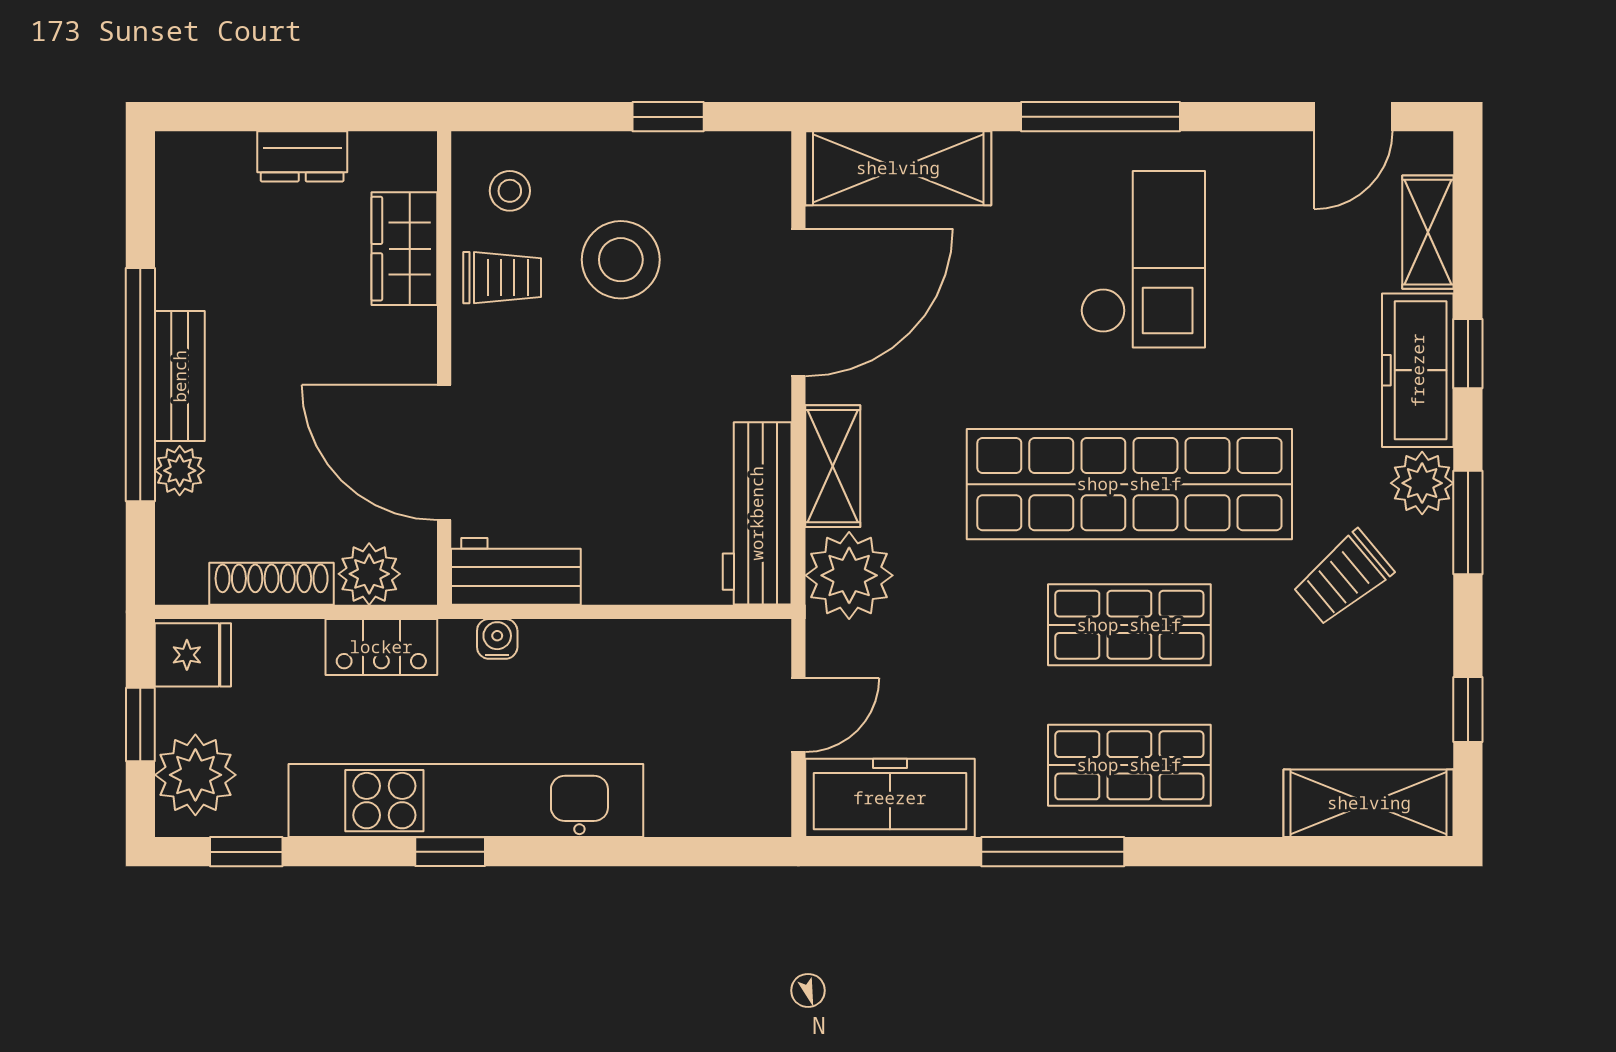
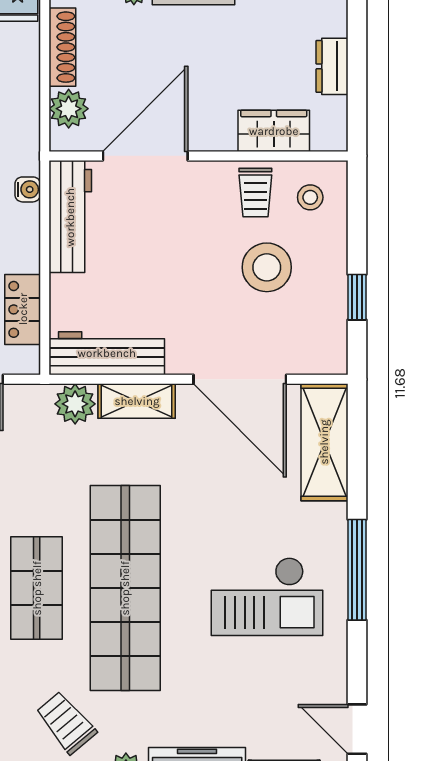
workbench: (516, 571) -> (70, 217), width x1.38
plant: (849, 575) -> (75, 404), width x0.73, depth x0.73
locker: (381, 647) -> (23, 309), moved

